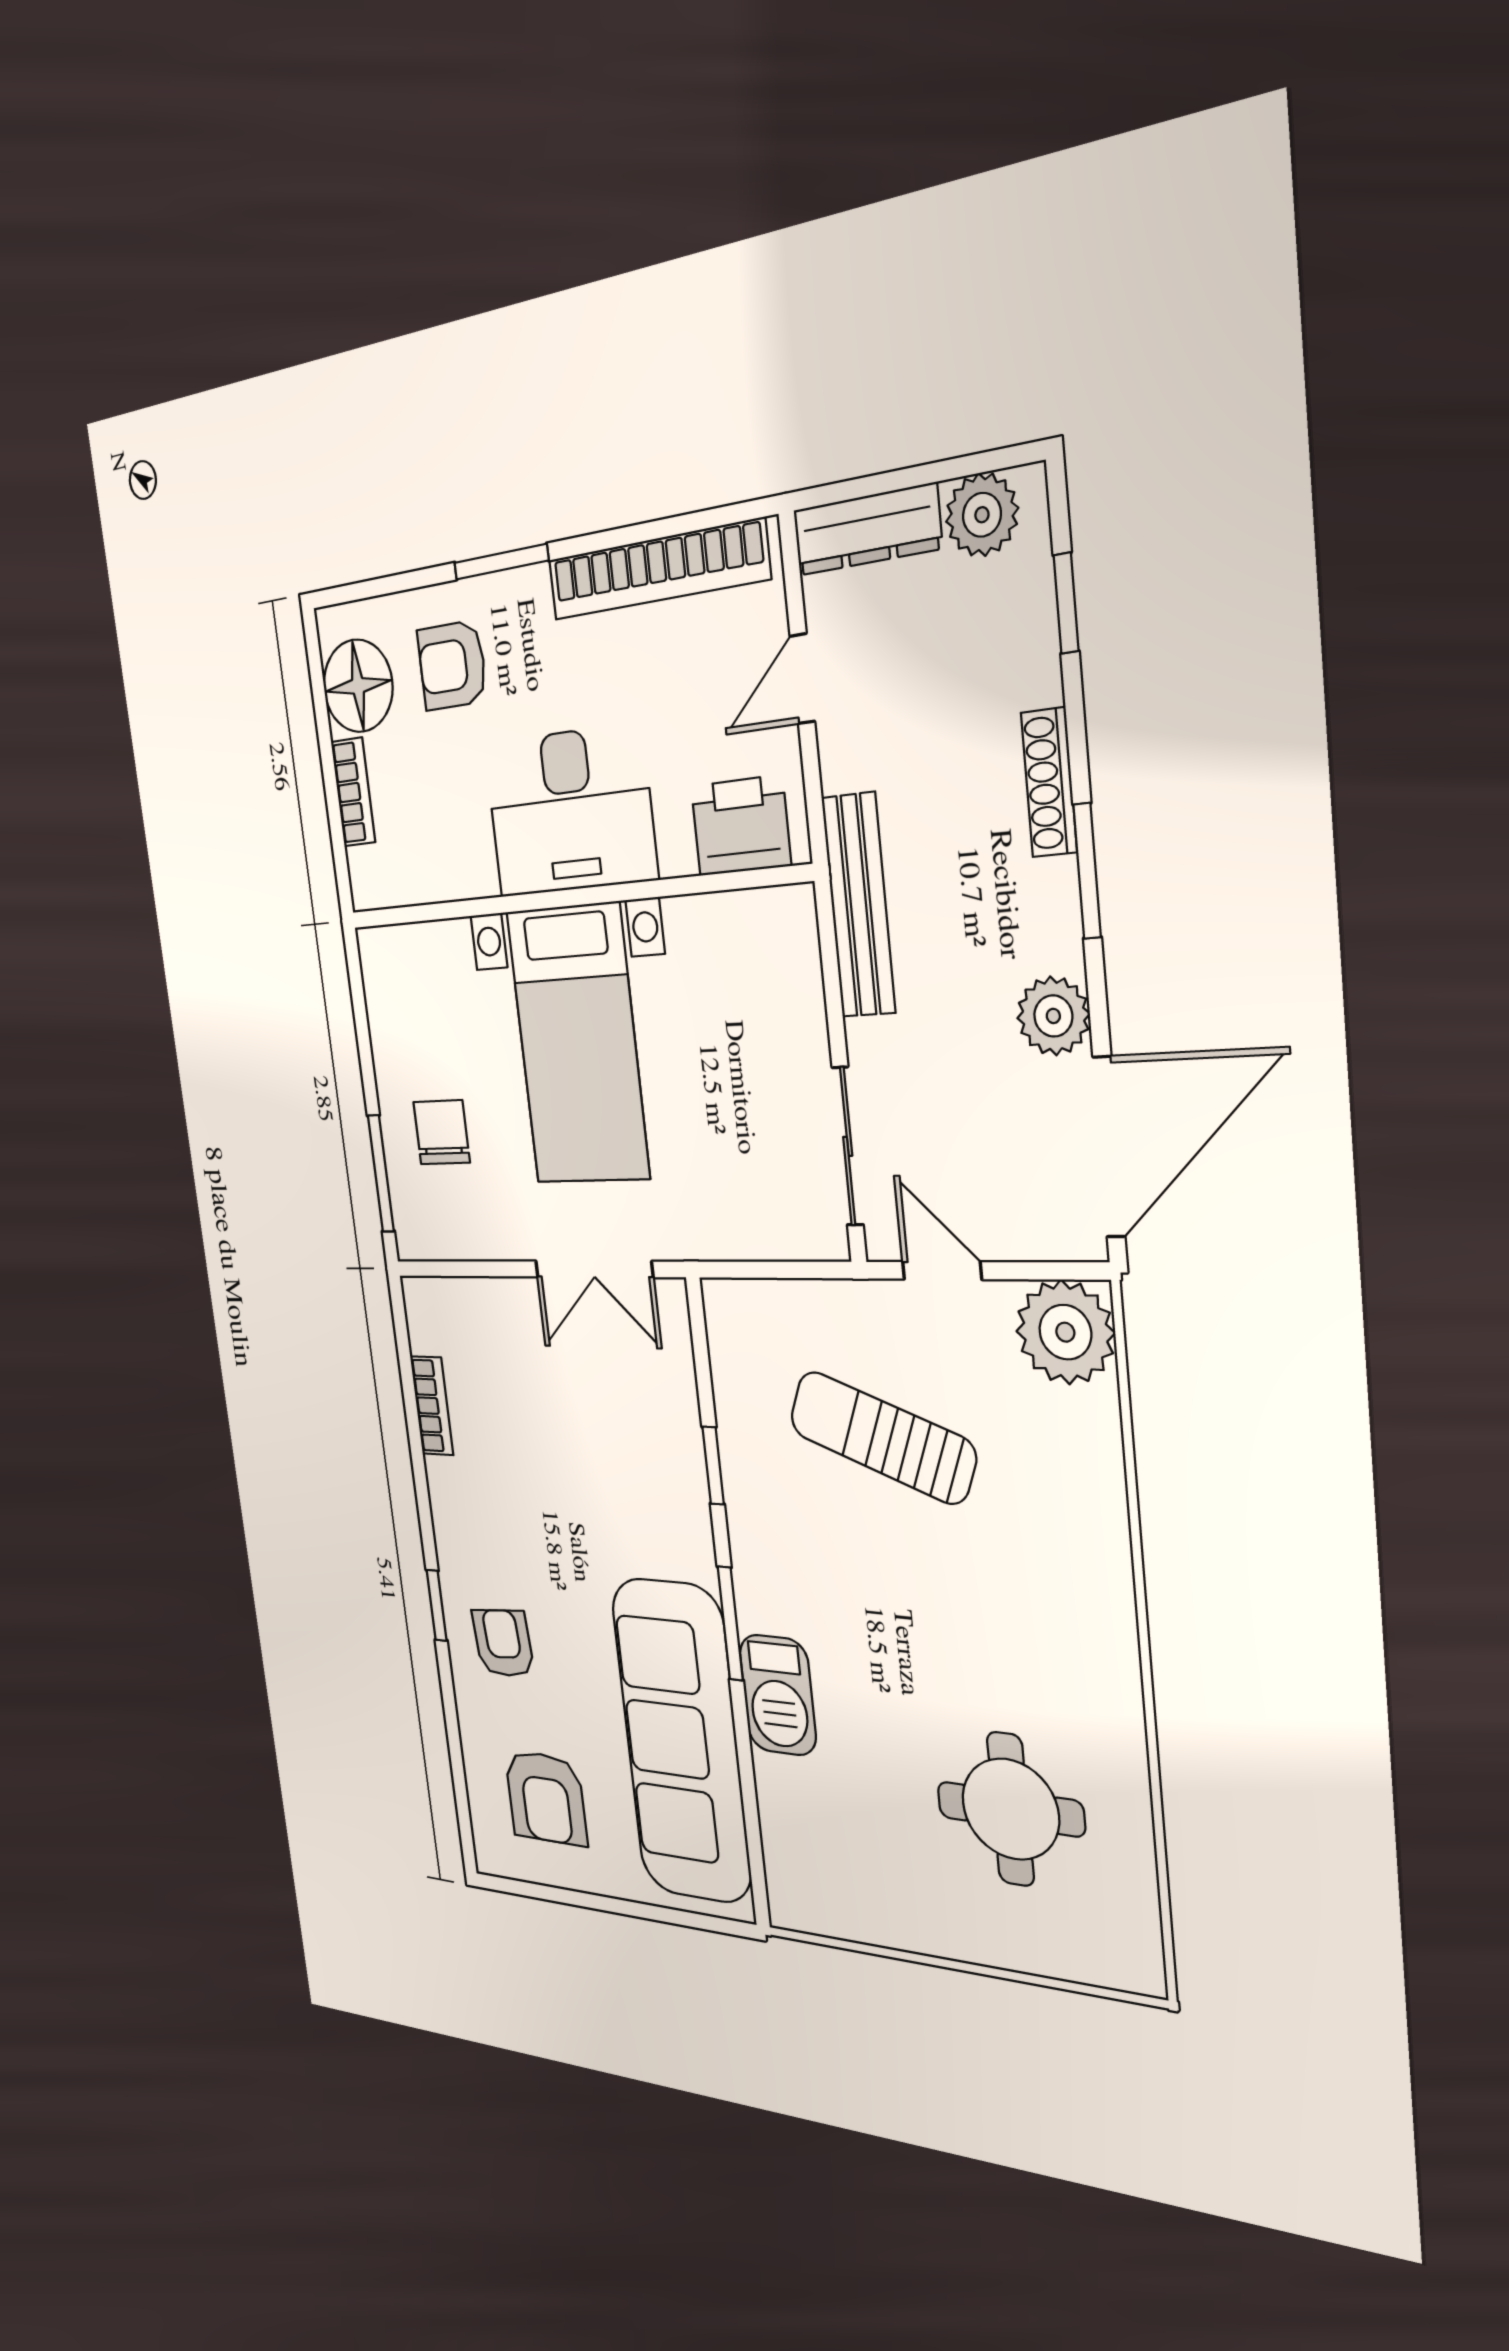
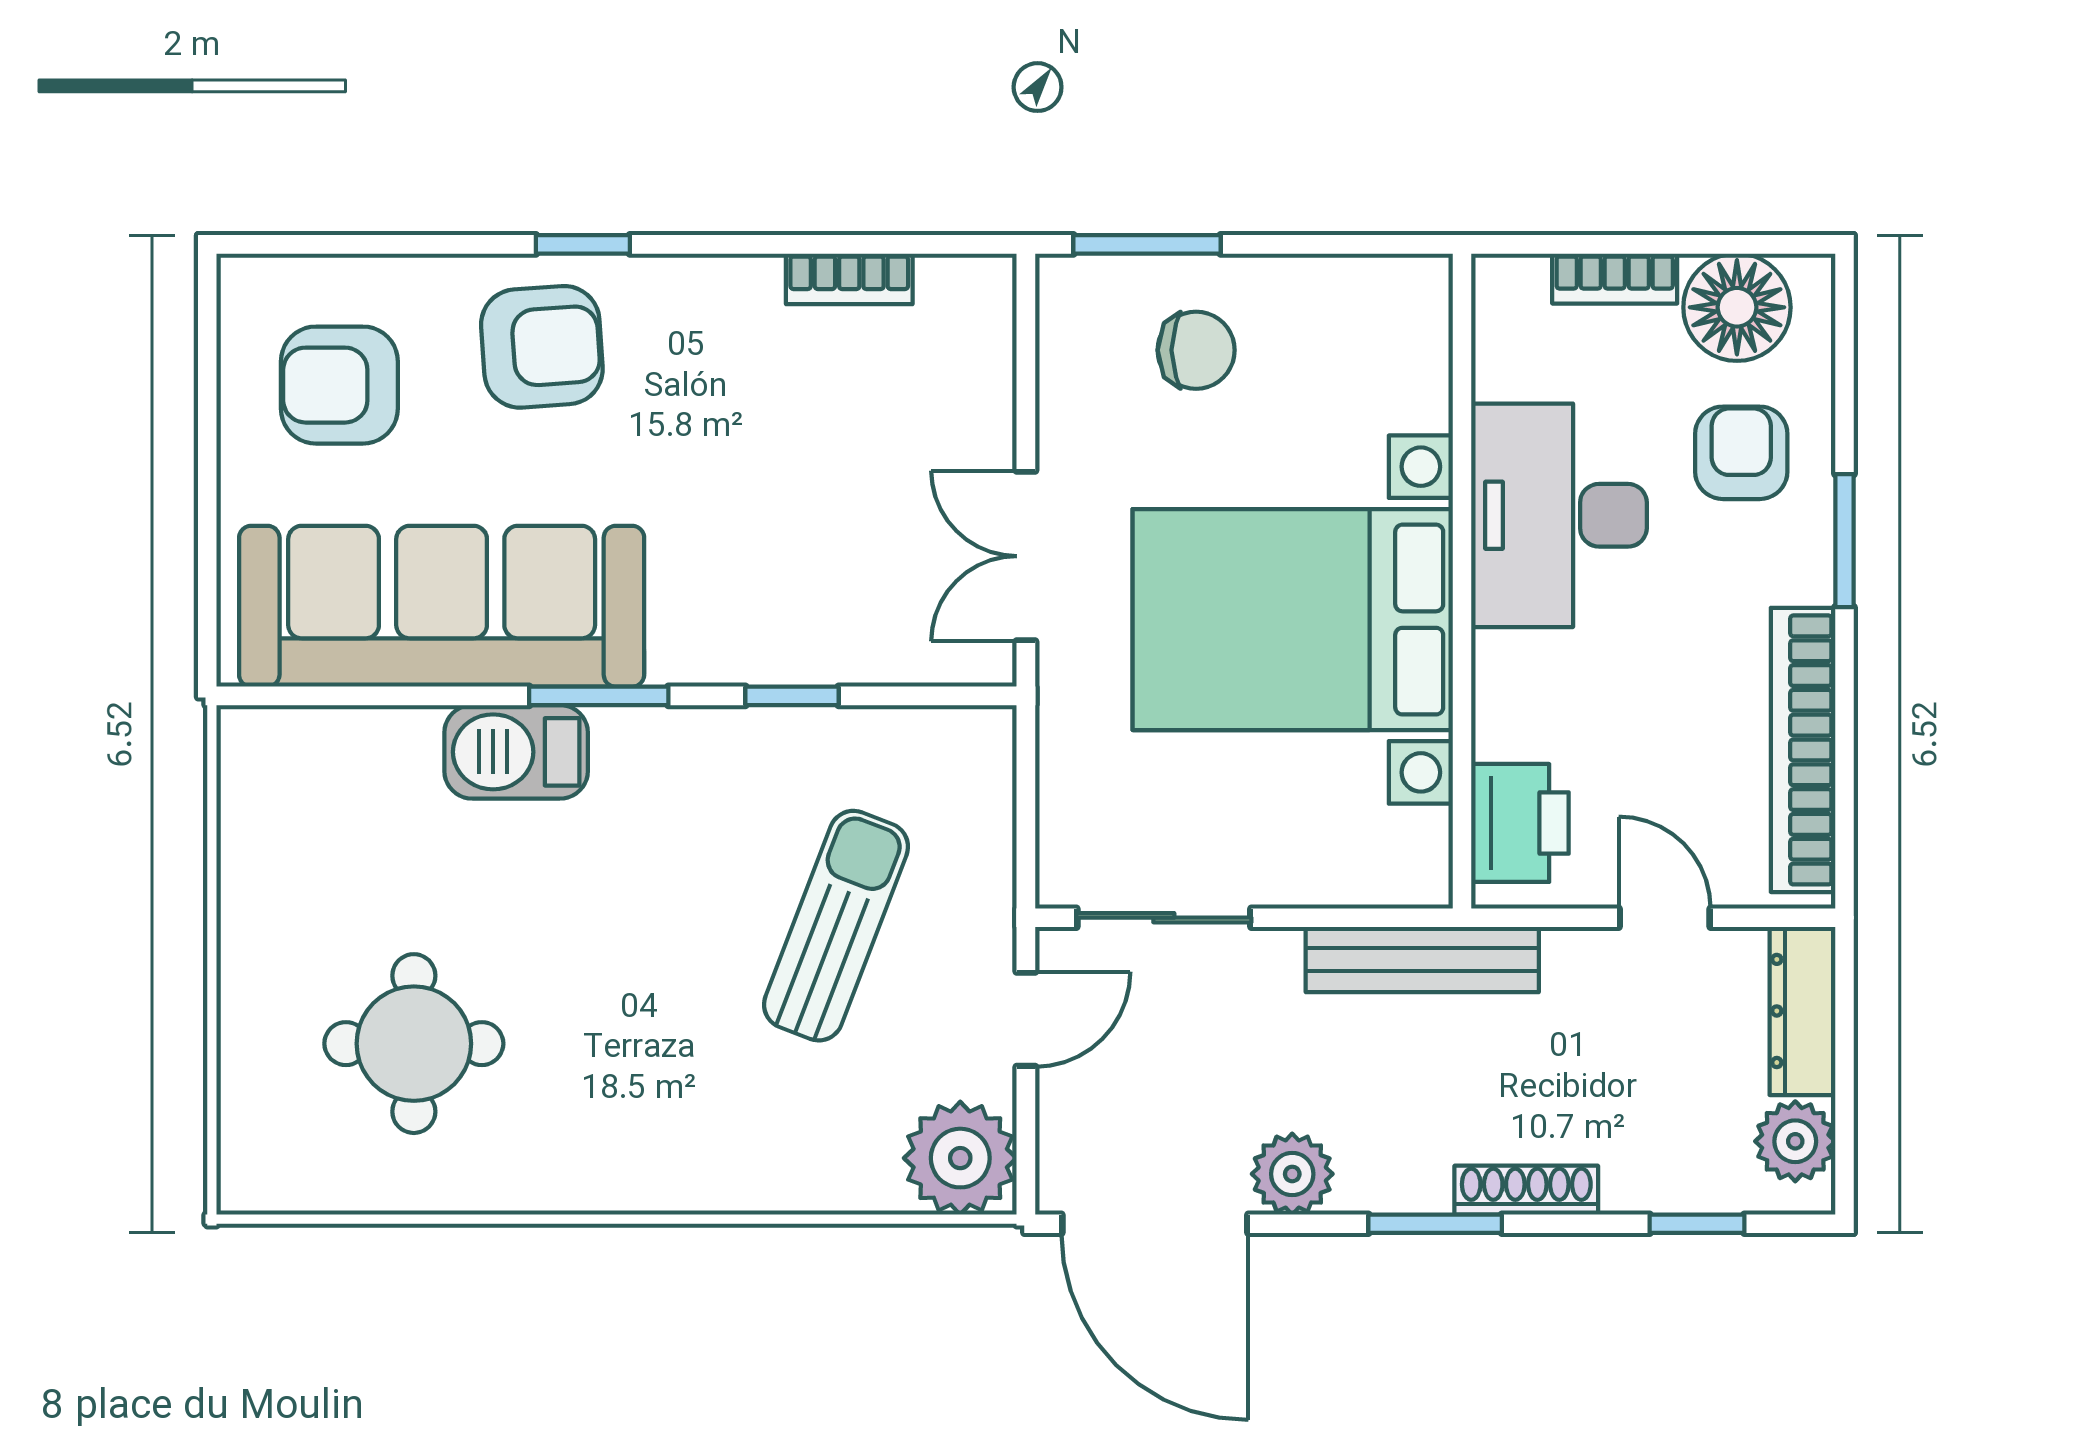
desk: (570, 811) -> (1559, 515), moved
bed with nightstands: (578, 1045) -> (1293, 620), width x1.36
armchair: (503, 1643) -> (542, 347), width x1.38, depth x1.38

